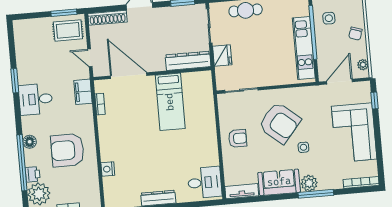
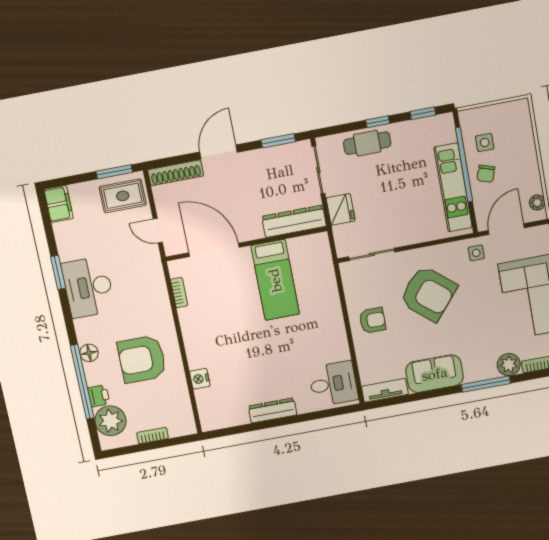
chair: (355, 34) -> (486, 174), moved
filing cabinet: (83, 92) -> (59, 204), moved, turned 180
desk: (36, 99) -> (88, 287), width x1.37
side table: (303, 147) -> (476, 253), moved
plant: (309, 183) -> (509, 365), moved

